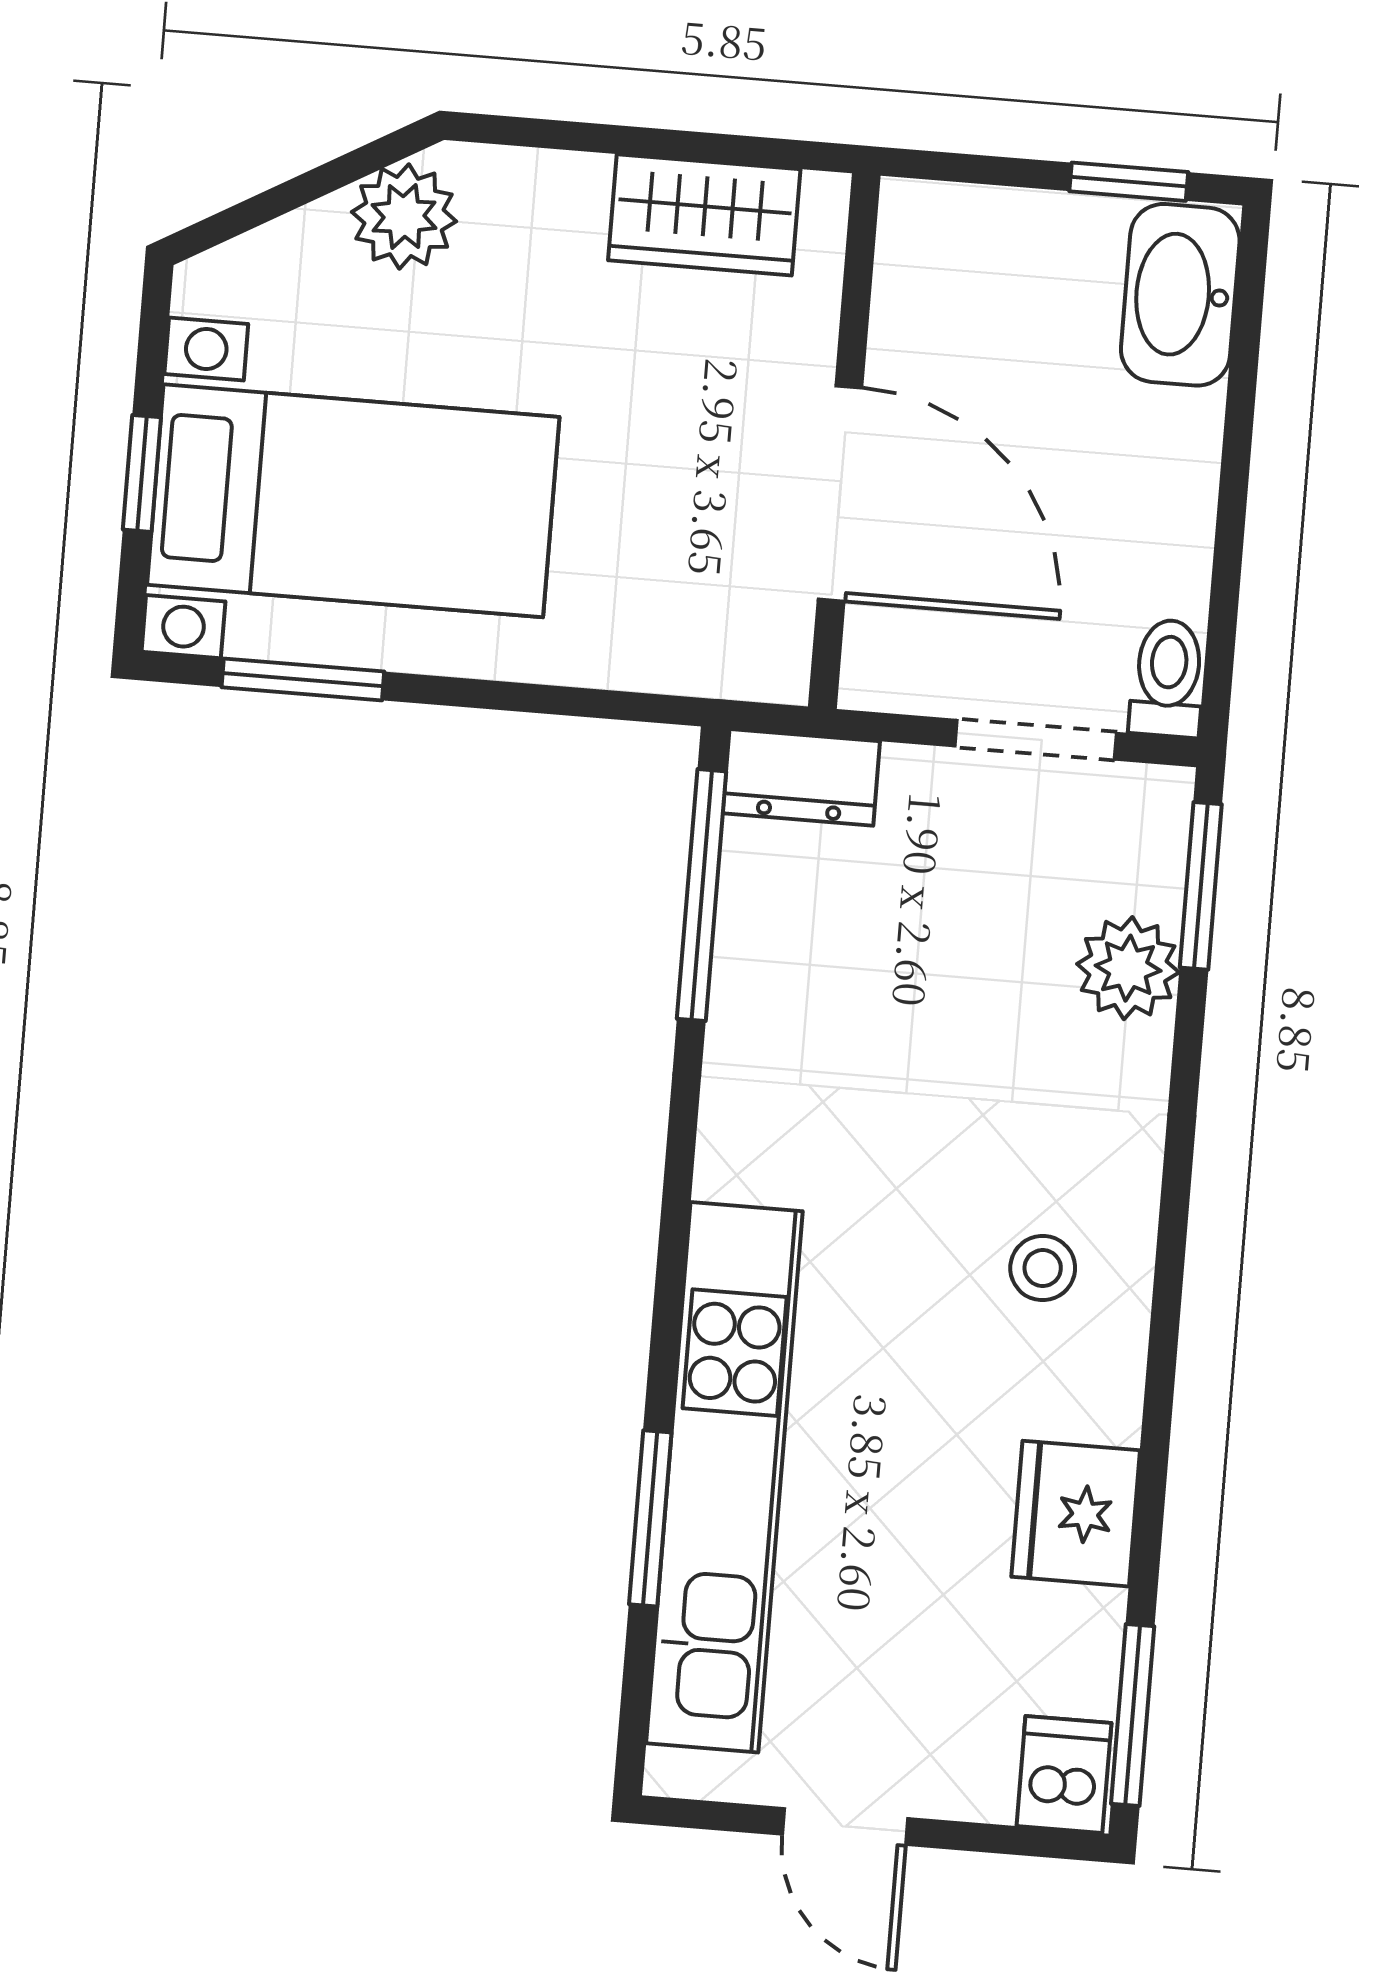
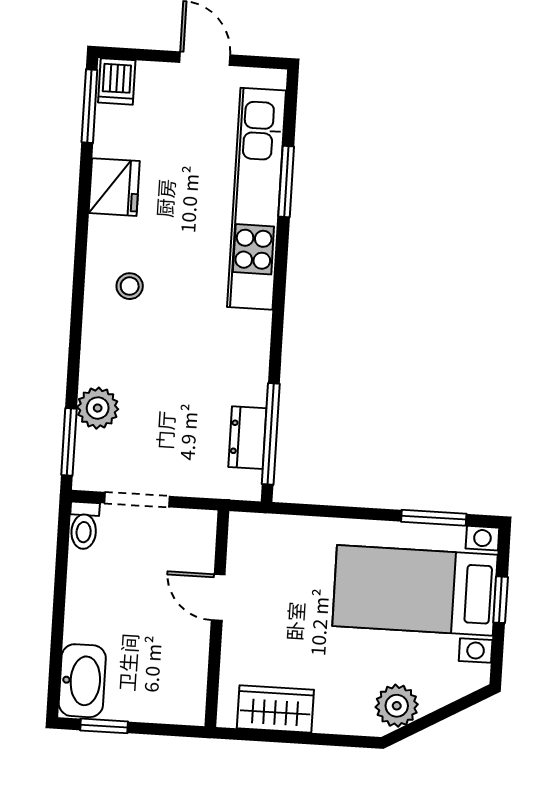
door: (840, 493) -> (218, 597), width x0.53
dresser: (801, 777) -> (247, 438), moved, turned -90

